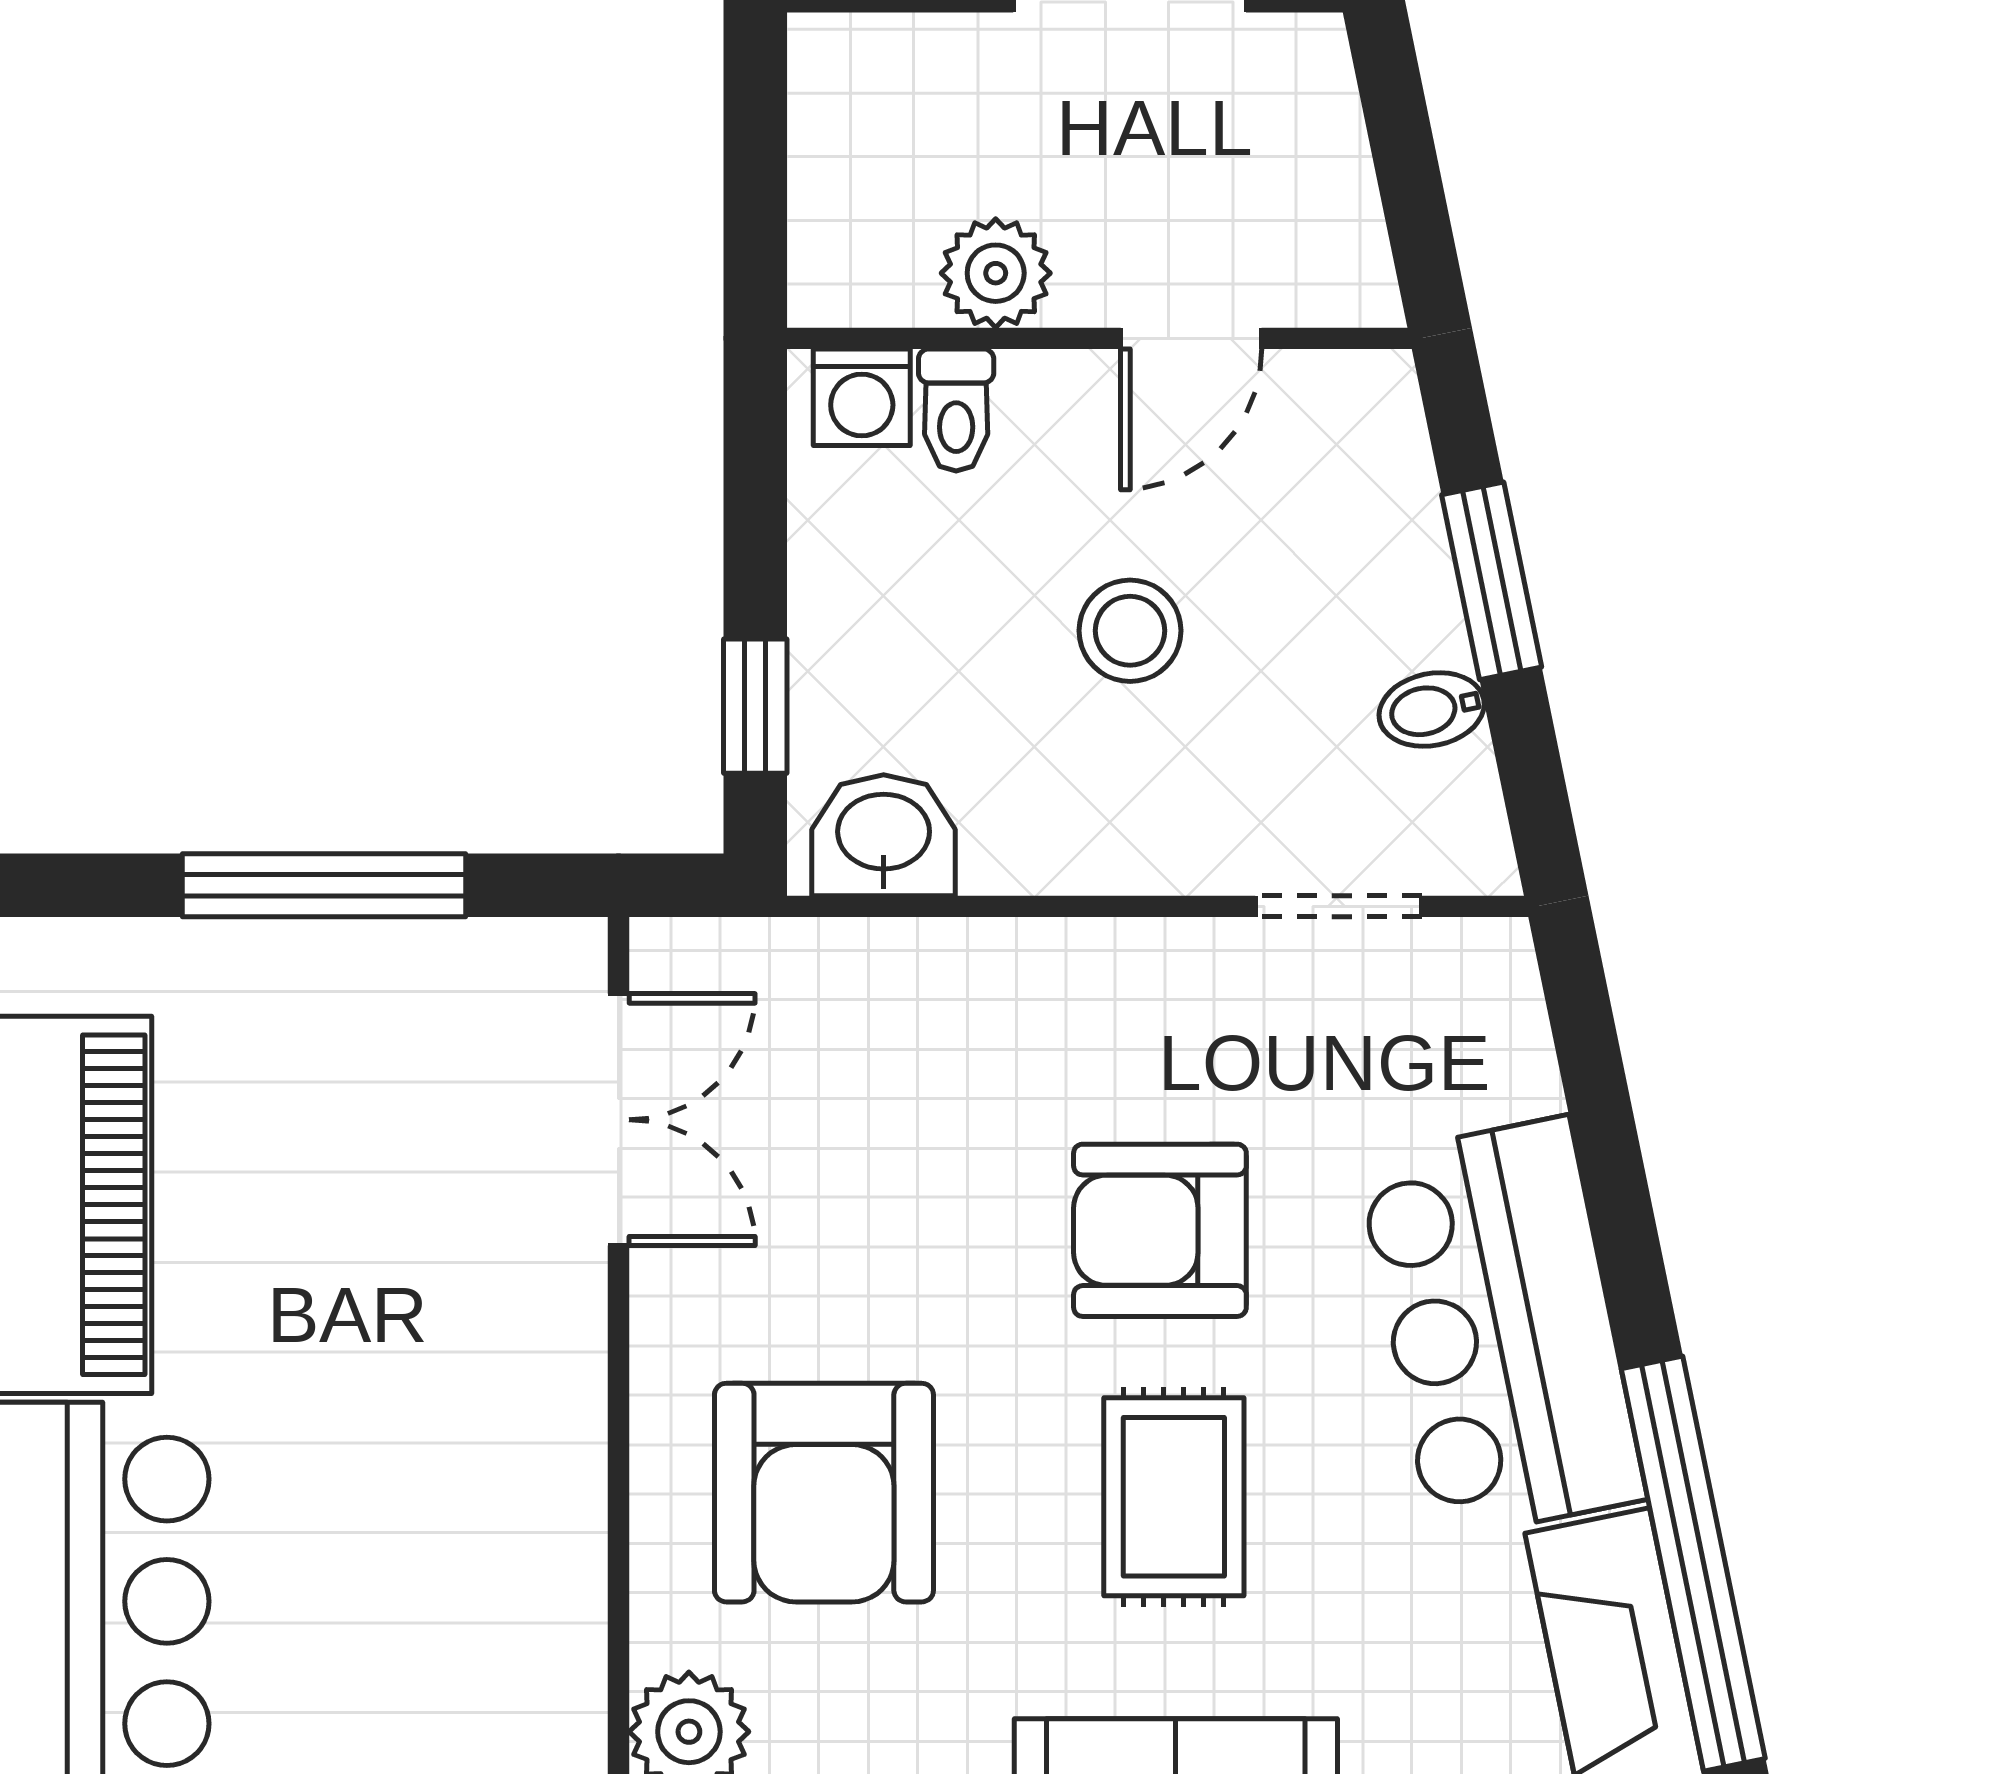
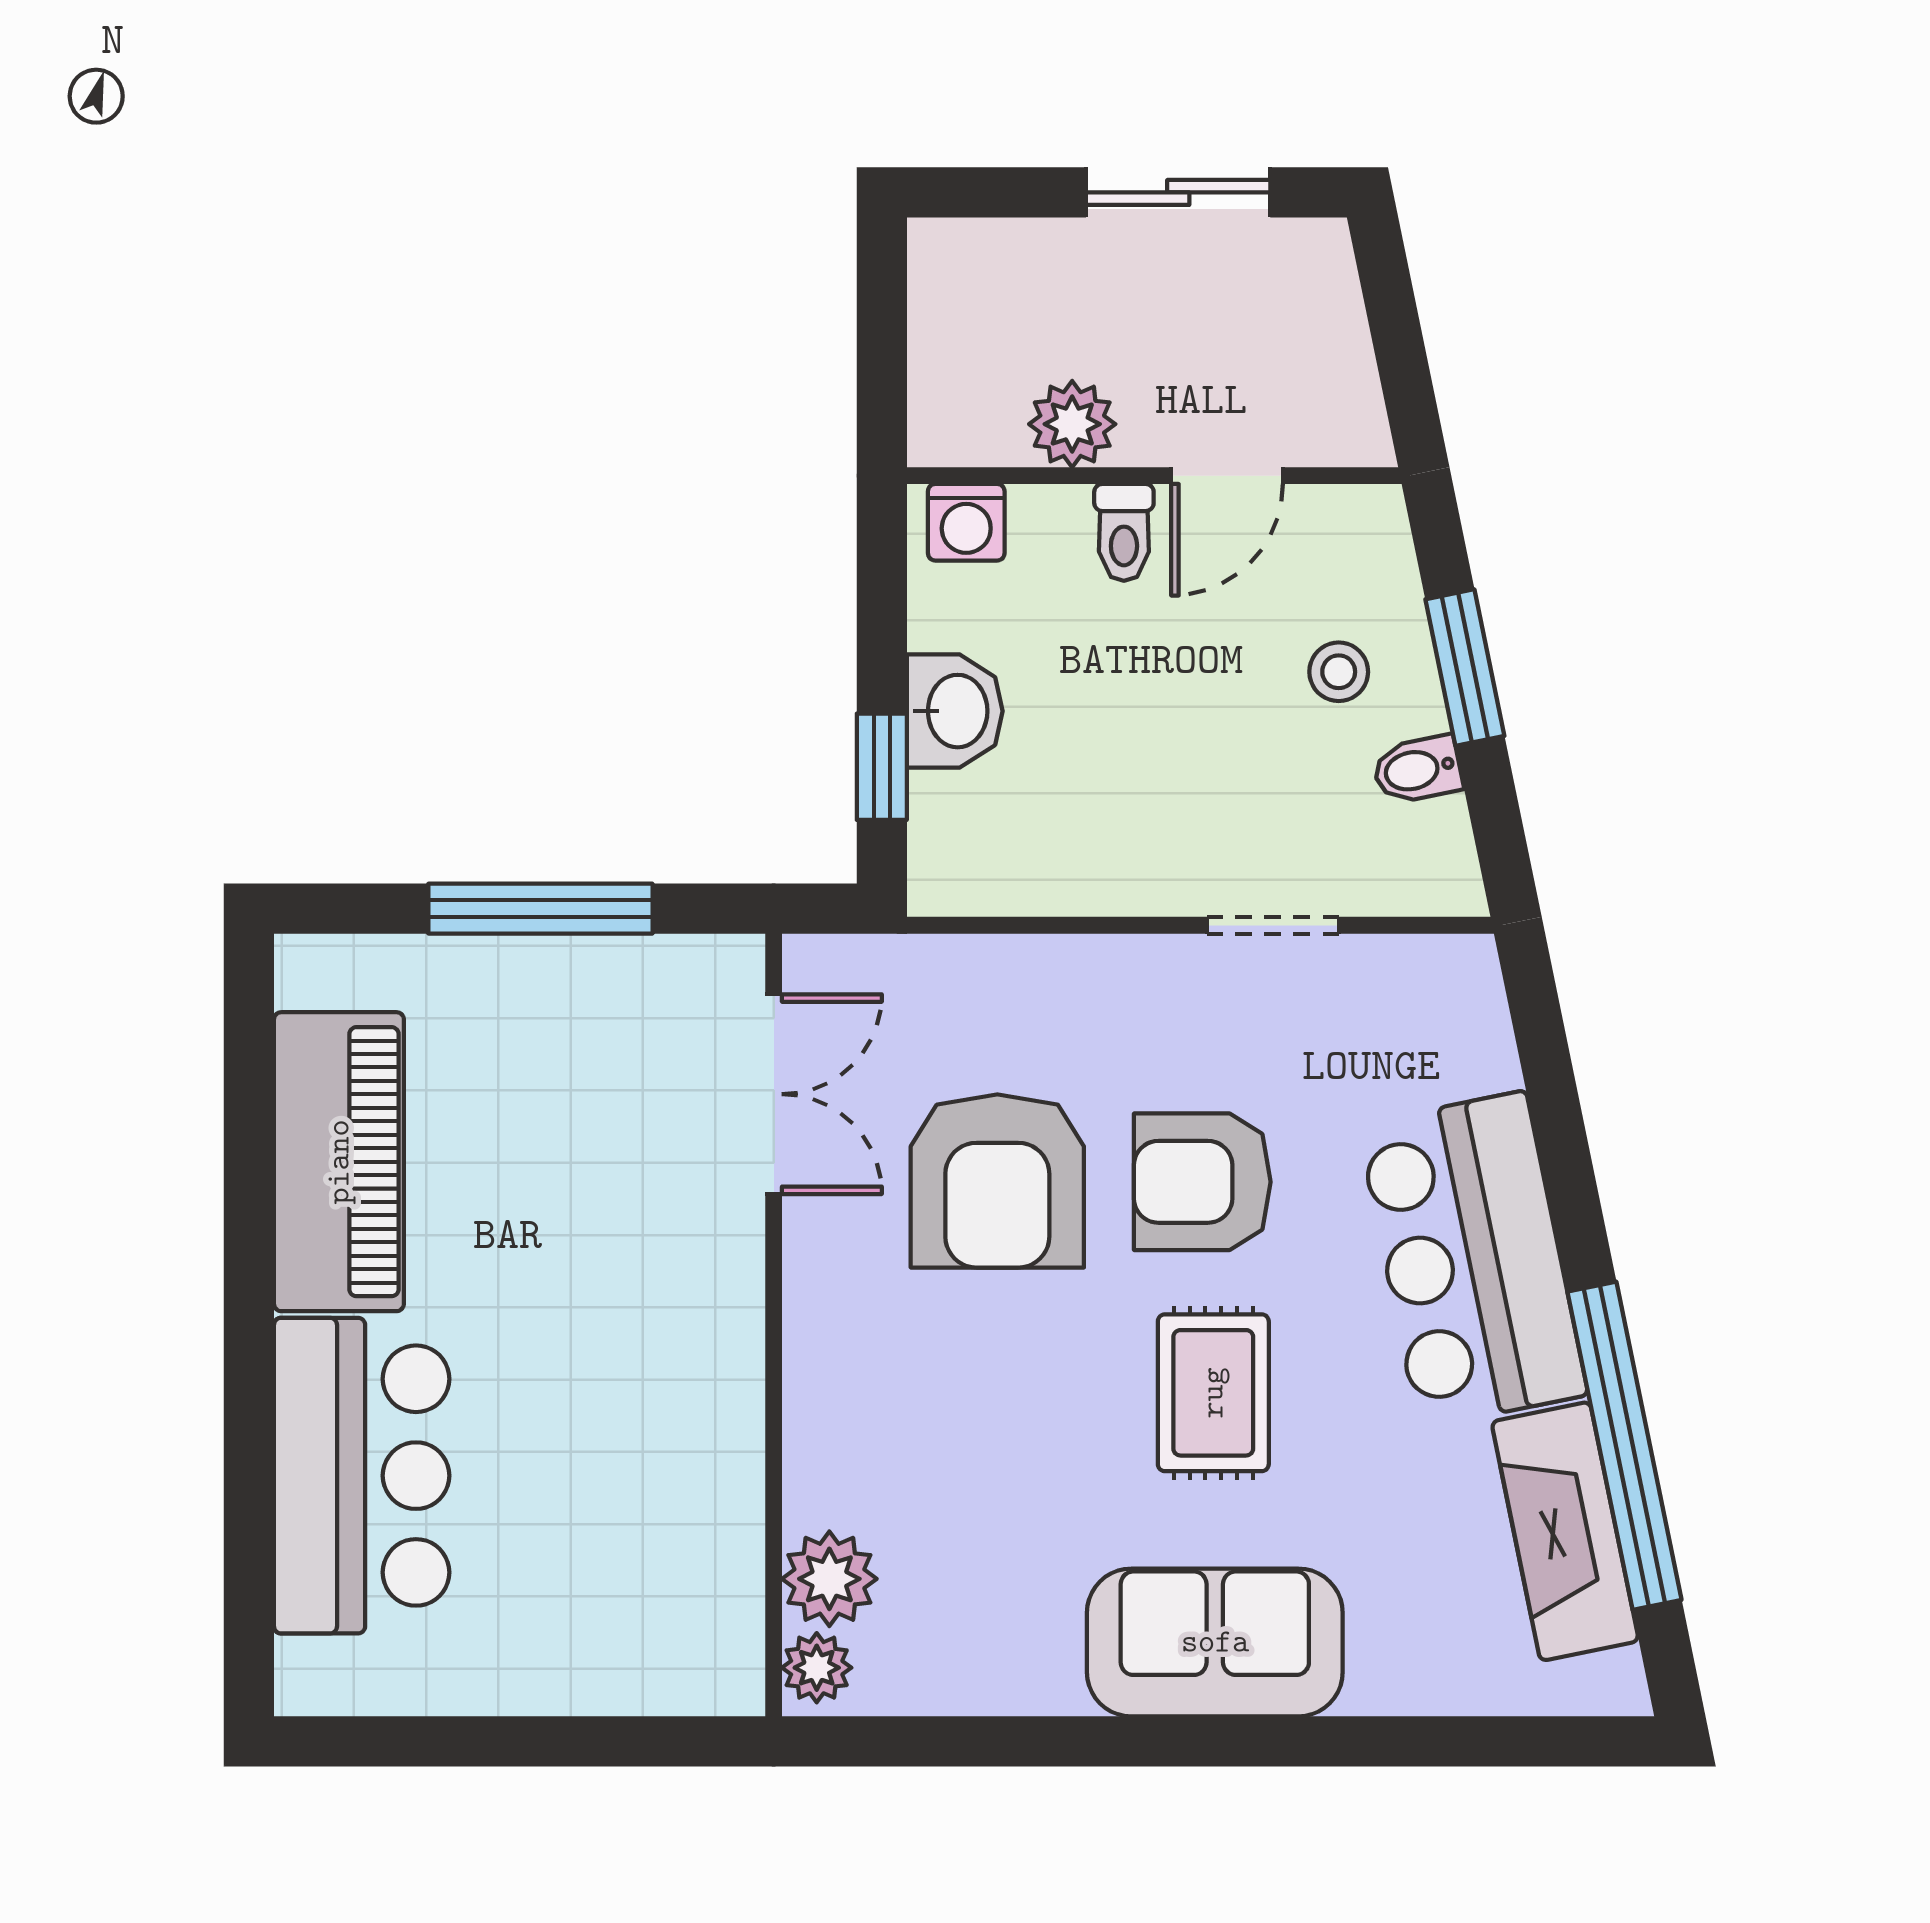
toilet: (956, 410) -> (1124, 532), moved
stool: (1130, 631) -> (1339, 672), moved, width x0.73, depth x0.73
washbasin: (884, 835) -> (955, 711), moved, turned 90
doorway: (1338, 906) -> (1273, 925), moved
armchair: (824, 1493) -> (997, 1181), moved

